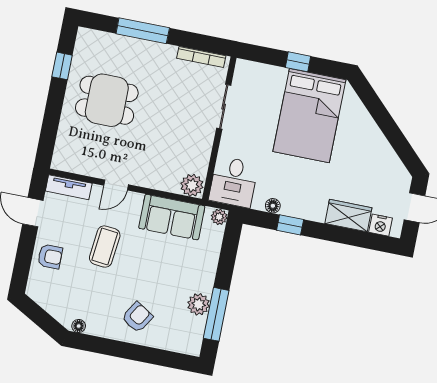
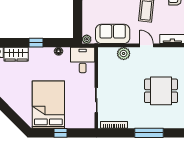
door: (116, 185) -> (147, 45), hinge flipped
plant: (192, 185) -> (124, 54), moved
window: (290, 225) -> (36, 43), moved

